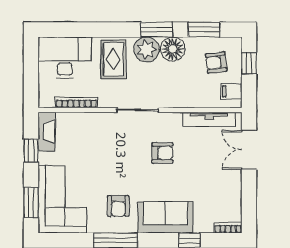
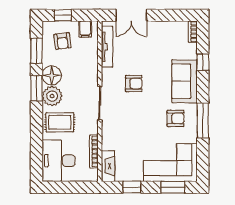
fireplace: (47, 132) -> (108, 166), moved, turned 90
armchair: (162, 153) -> (134, 84), turned 90

